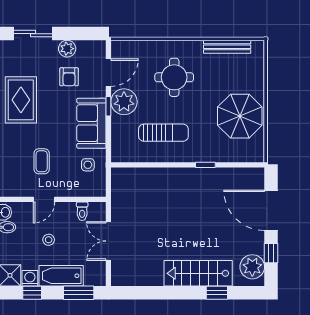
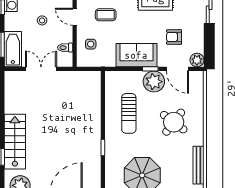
plant: (67, 49) -> (197, 60), moved
round table: (174, 77) -> (174, 122), turned 37
side table: (88, 165) -> (91, 44), moved
bathtub: (61, 276) -> (13, 49), moved

